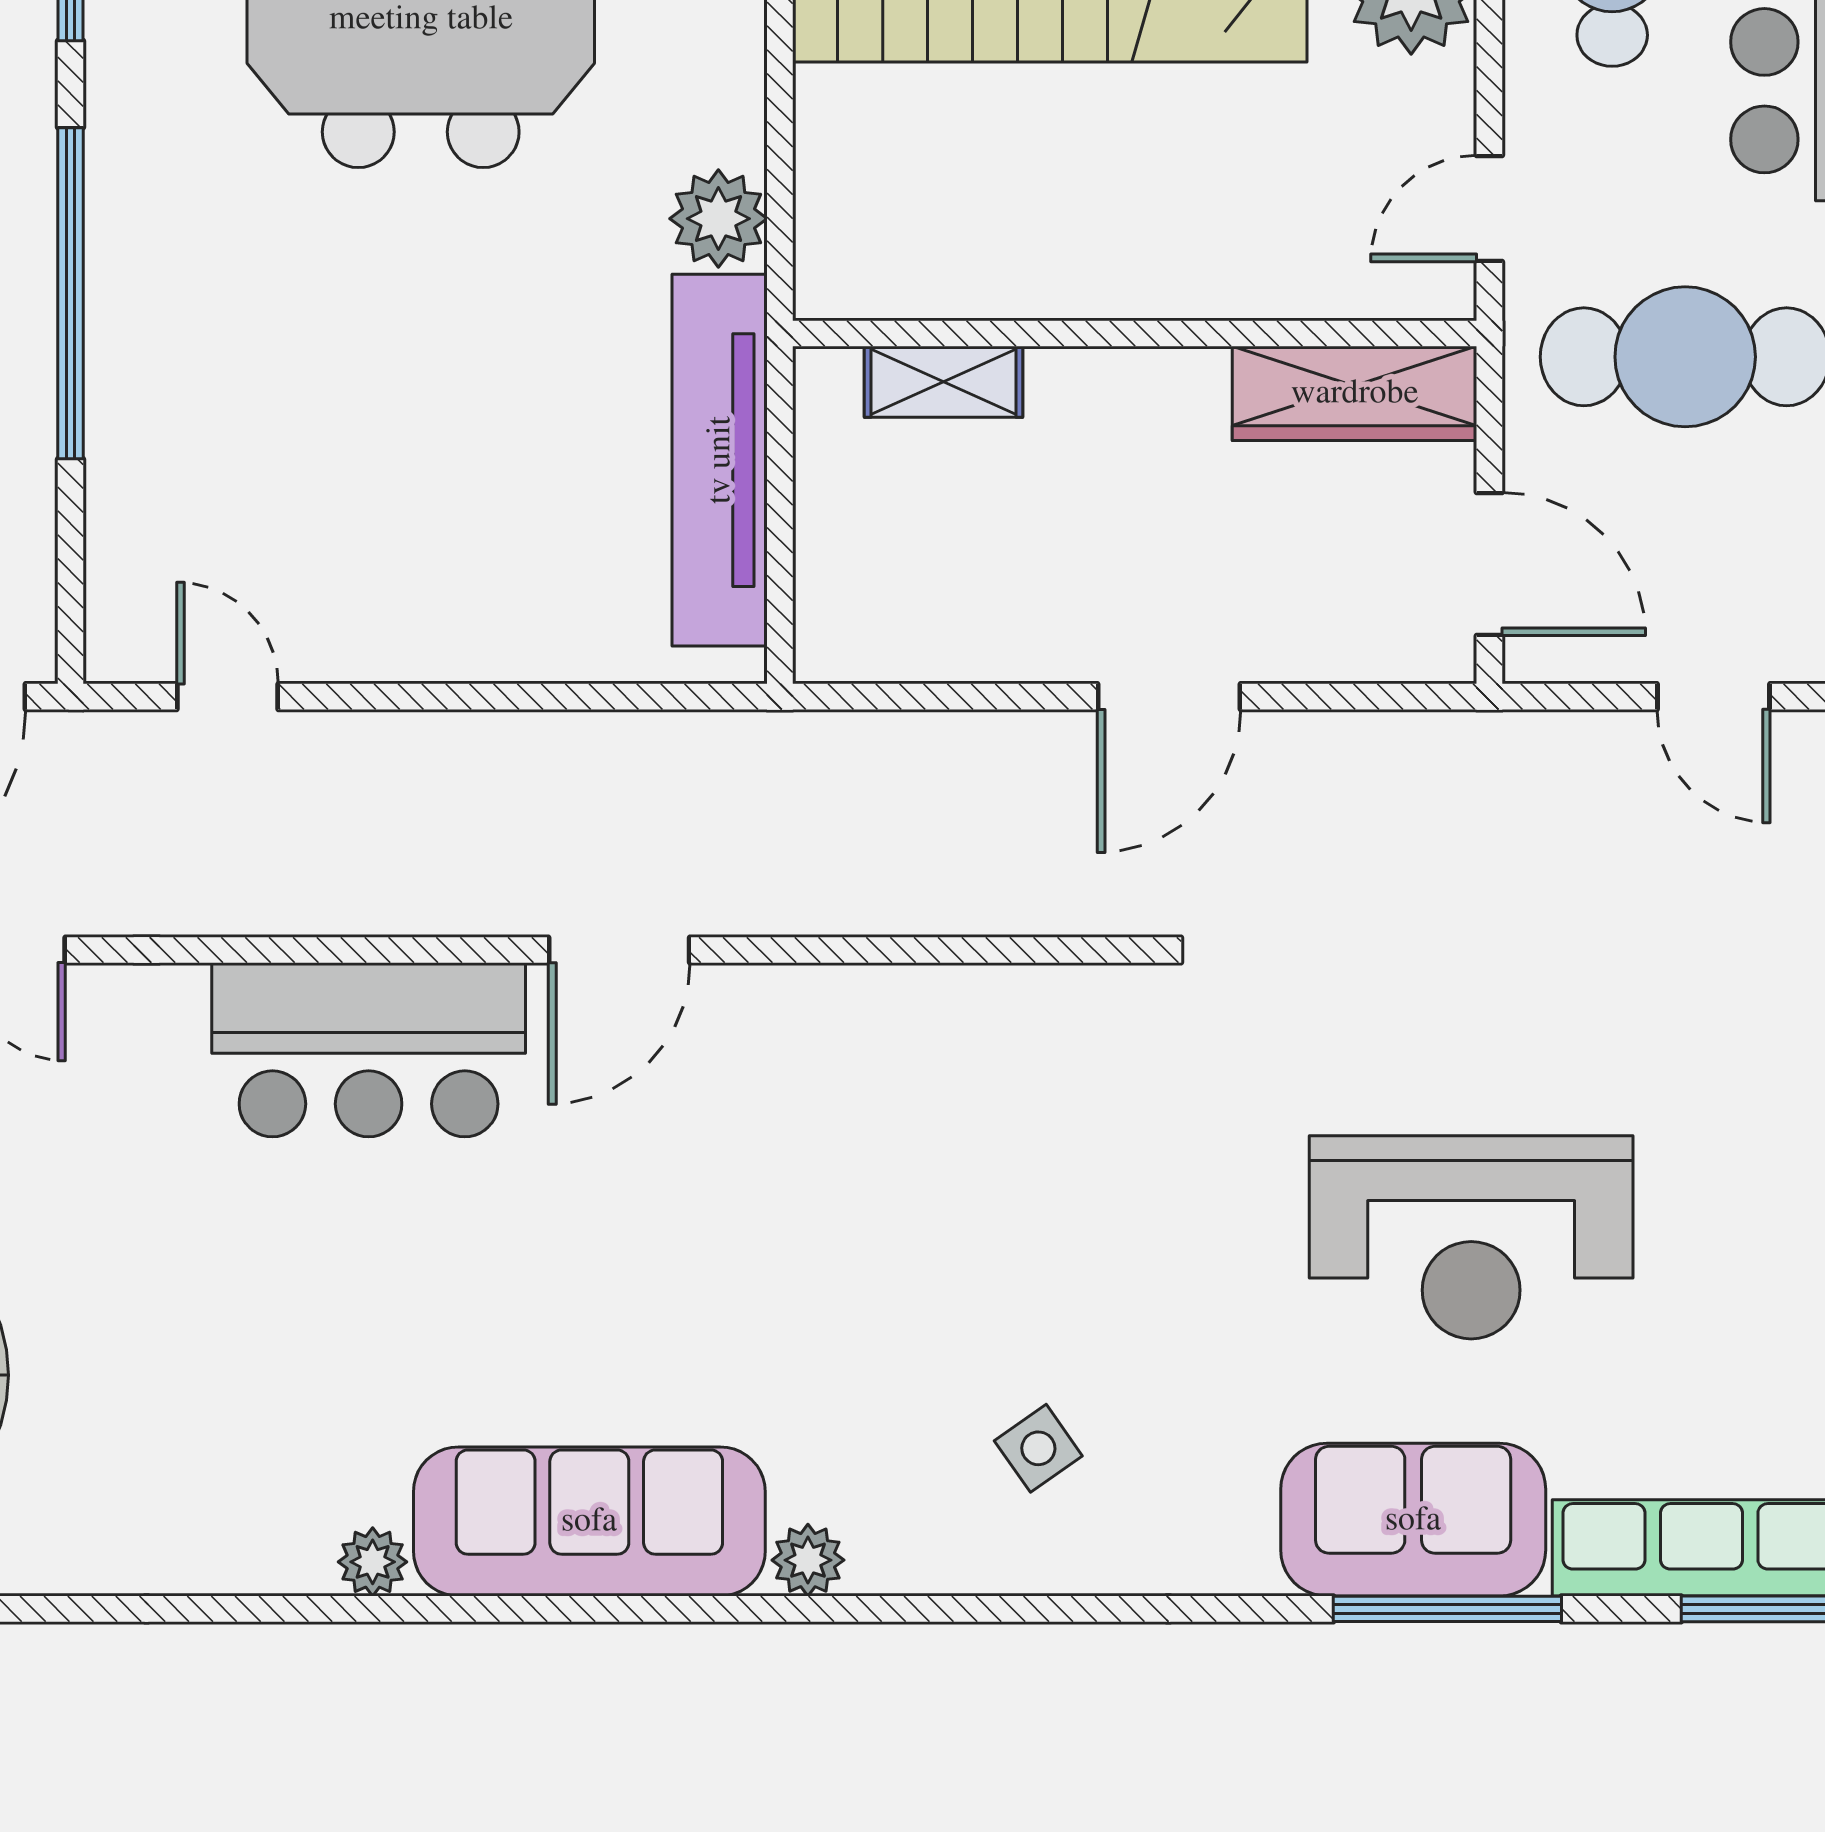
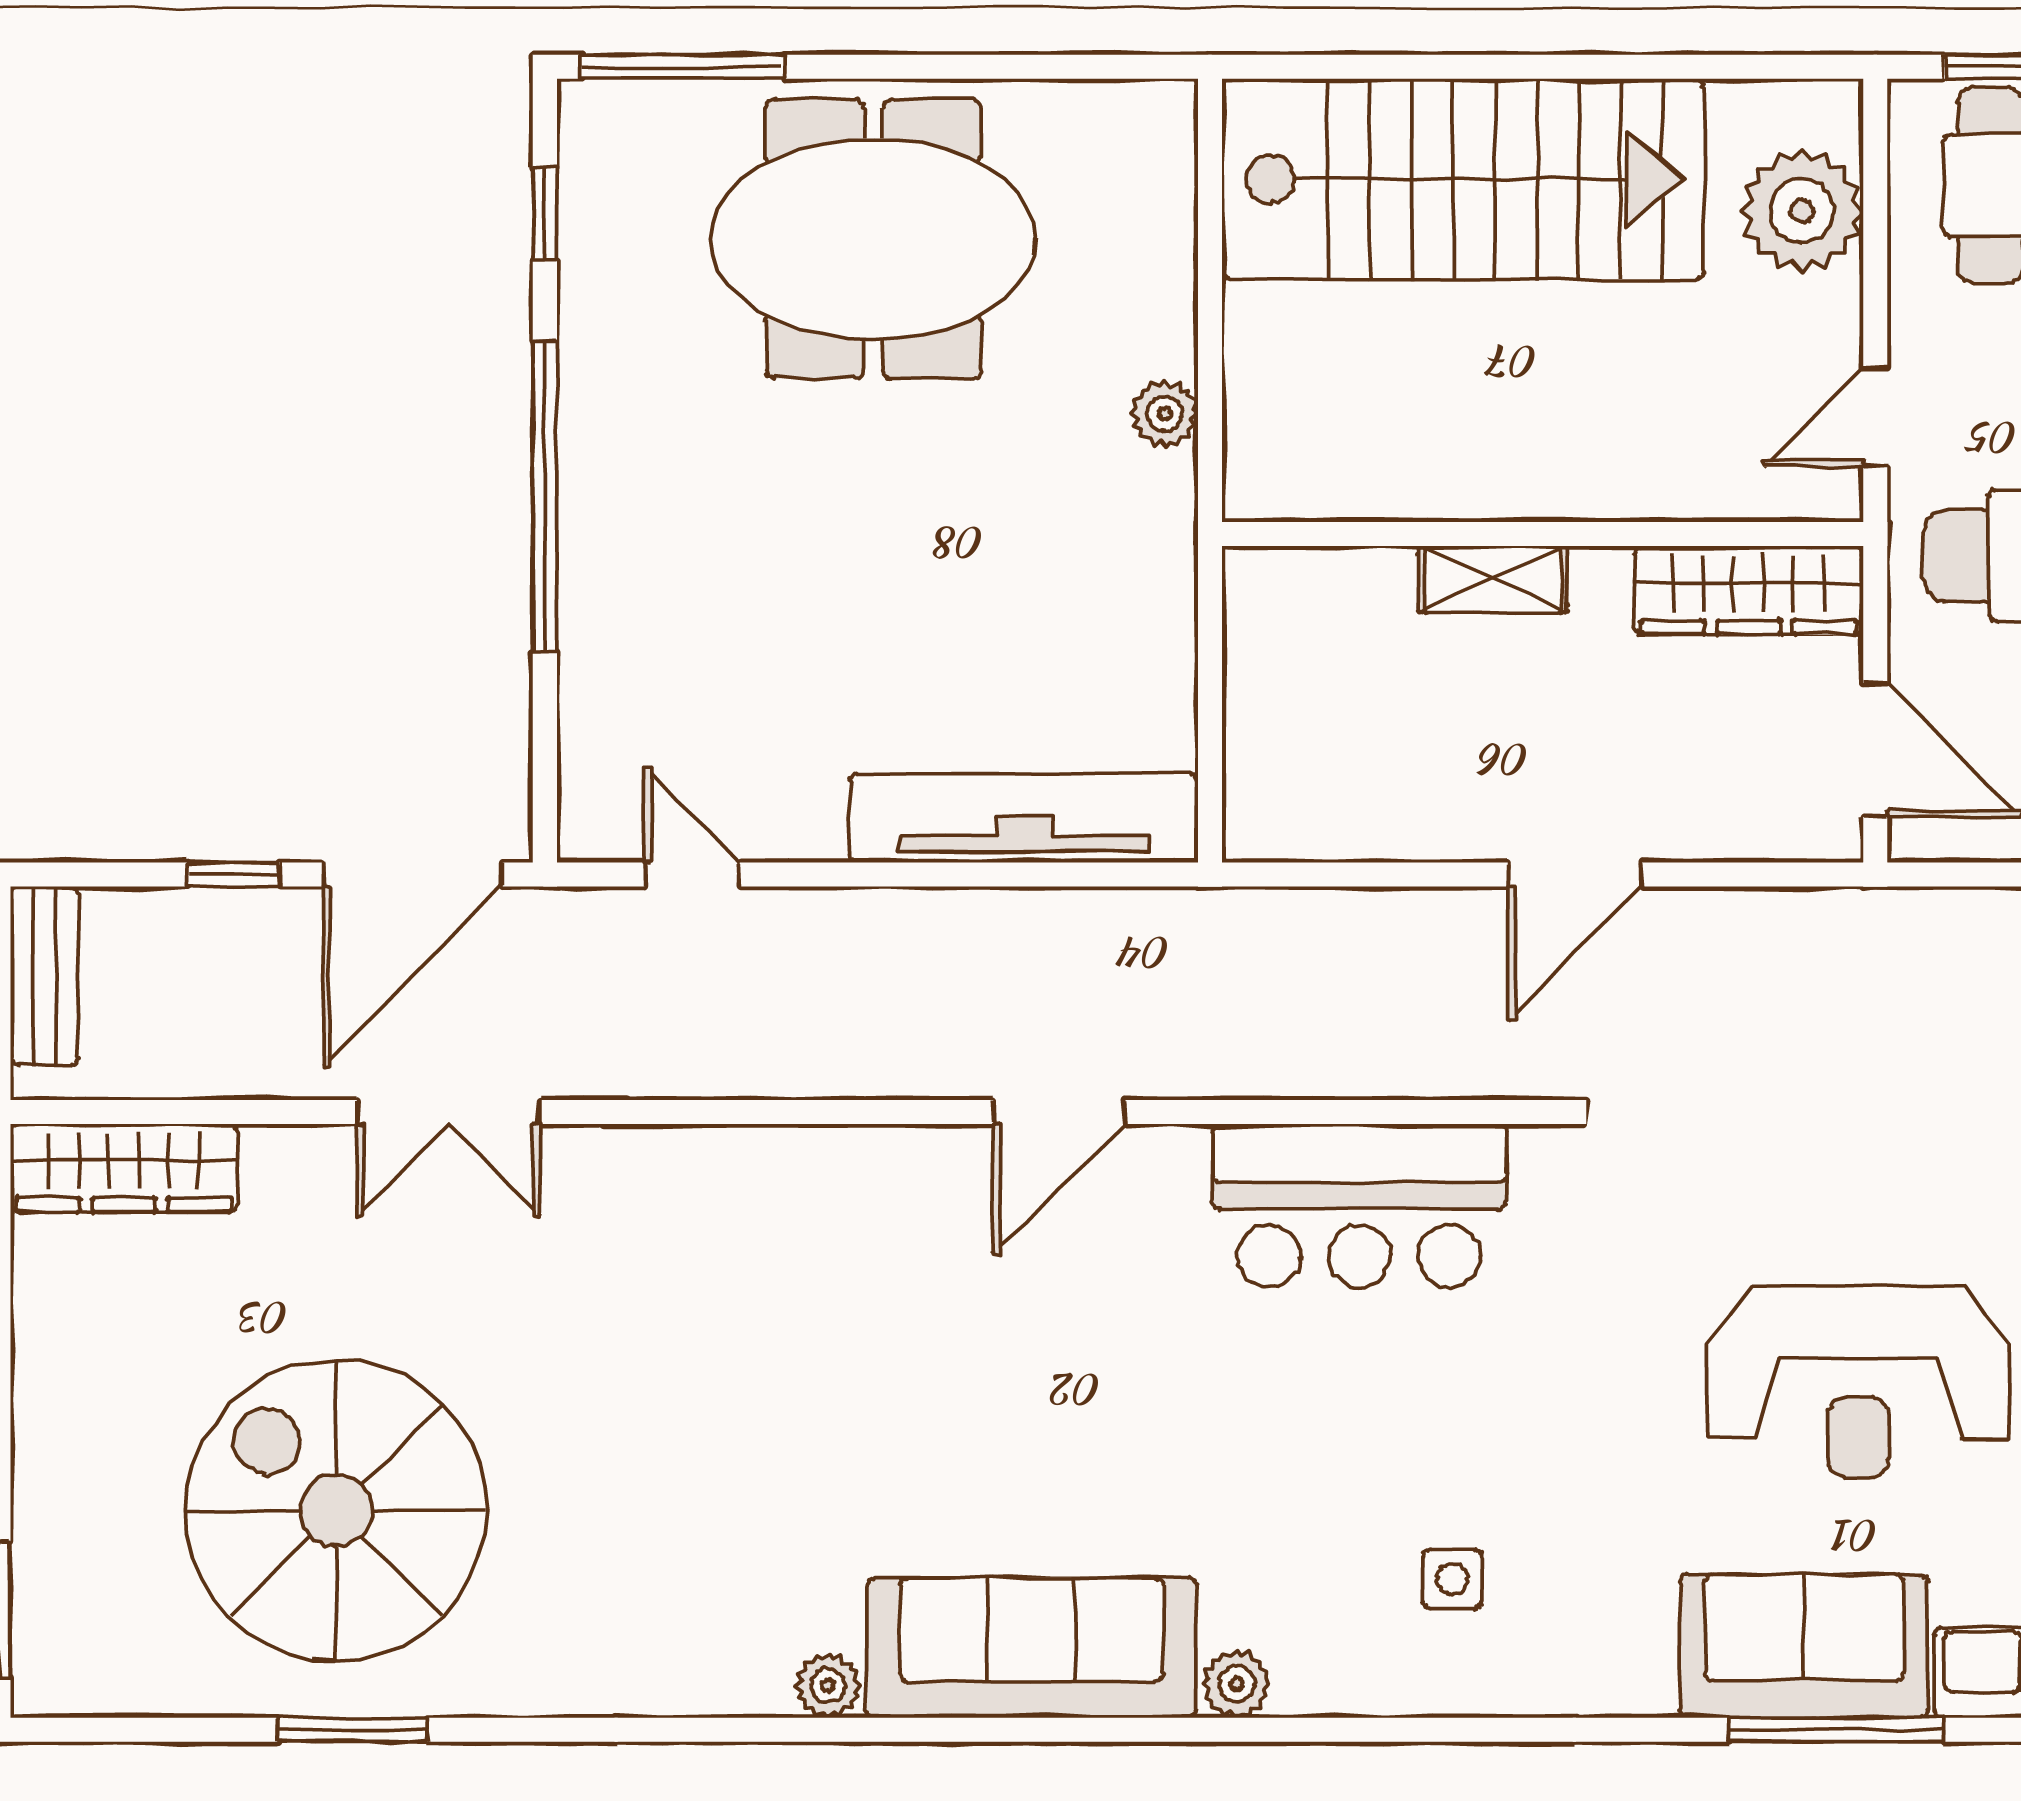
plant: (718, 219) -> (1165, 414), width x0.73, depth x0.73
shelving: (943, 382) -> (1493, 579), moved
tv unit: (720, 460) -> (1024, 818), moved, turned 90
bar counter: (369, 1050) -> (1359, 1206), moved
side table: (1038, 1448) -> (1452, 1579), turned 35

